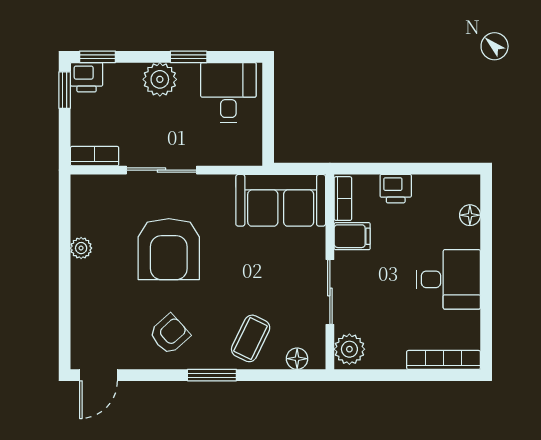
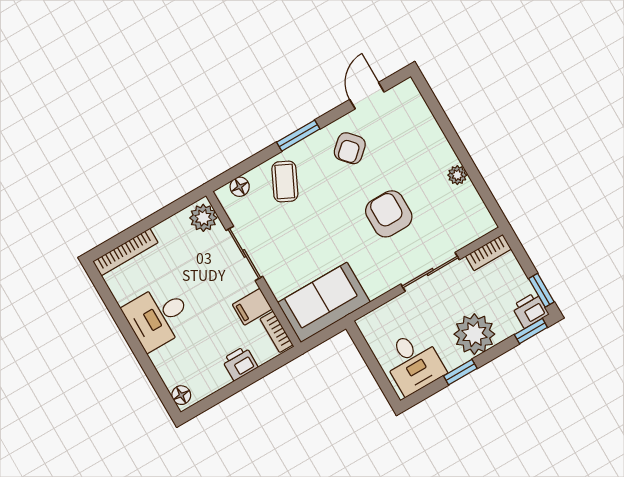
plant: (160, 79) -> (474, 334), width x1.36, depth x1.36
floor lamp: (470, 215) -> (181, 395), moved
armchair: (169, 249) -> (389, 214), width x0.73, depth x0.73
door: (98, 375) -> (367, 96), moved

